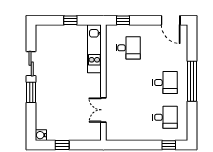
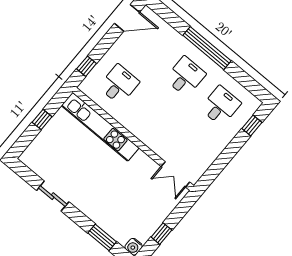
kitchen unit: (94, 49) -> (100, 127), width x1.36
window: (31, 92) -> (102, 237), moved
double door: (103, 110) -> (175, 174), moved

